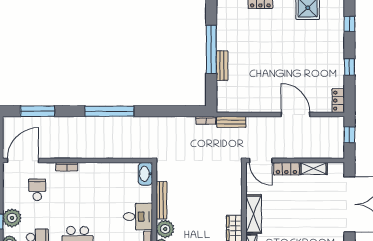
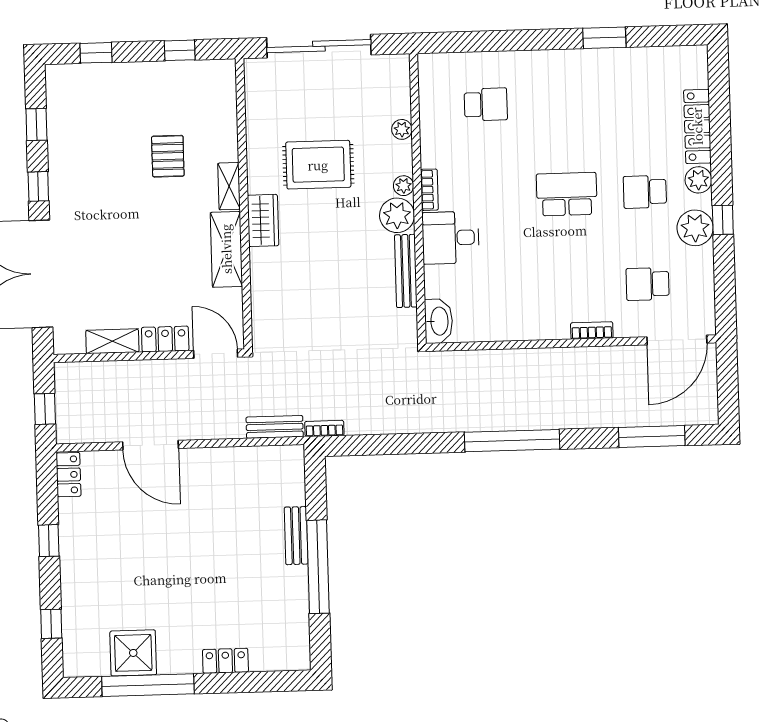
school desk: (37, 190) -> (648, 284), turned 90

